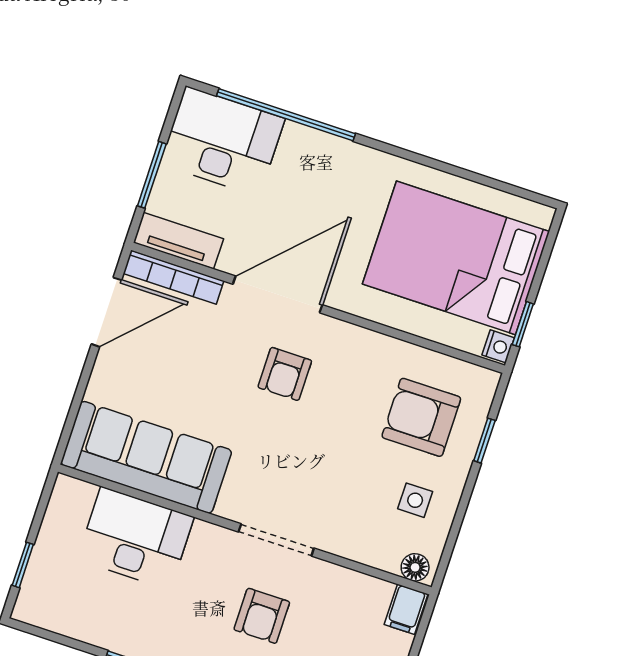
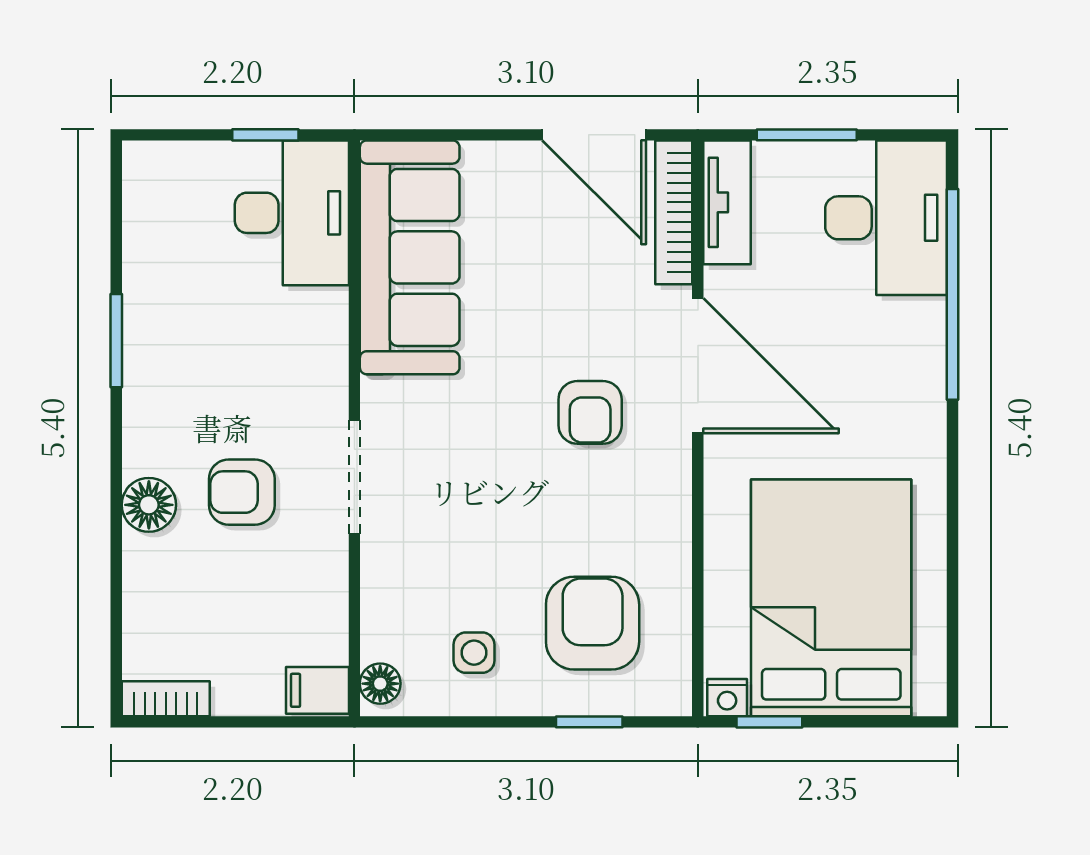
armchair: (285, 374) -> (590, 412), turned -90
desk: (136, 538) -> (292, 213), moved
window: (23, 565) -> (265, 135), moved

